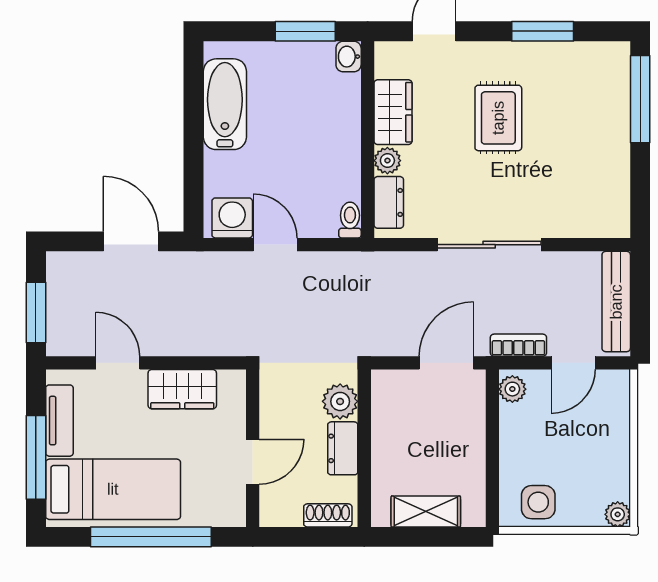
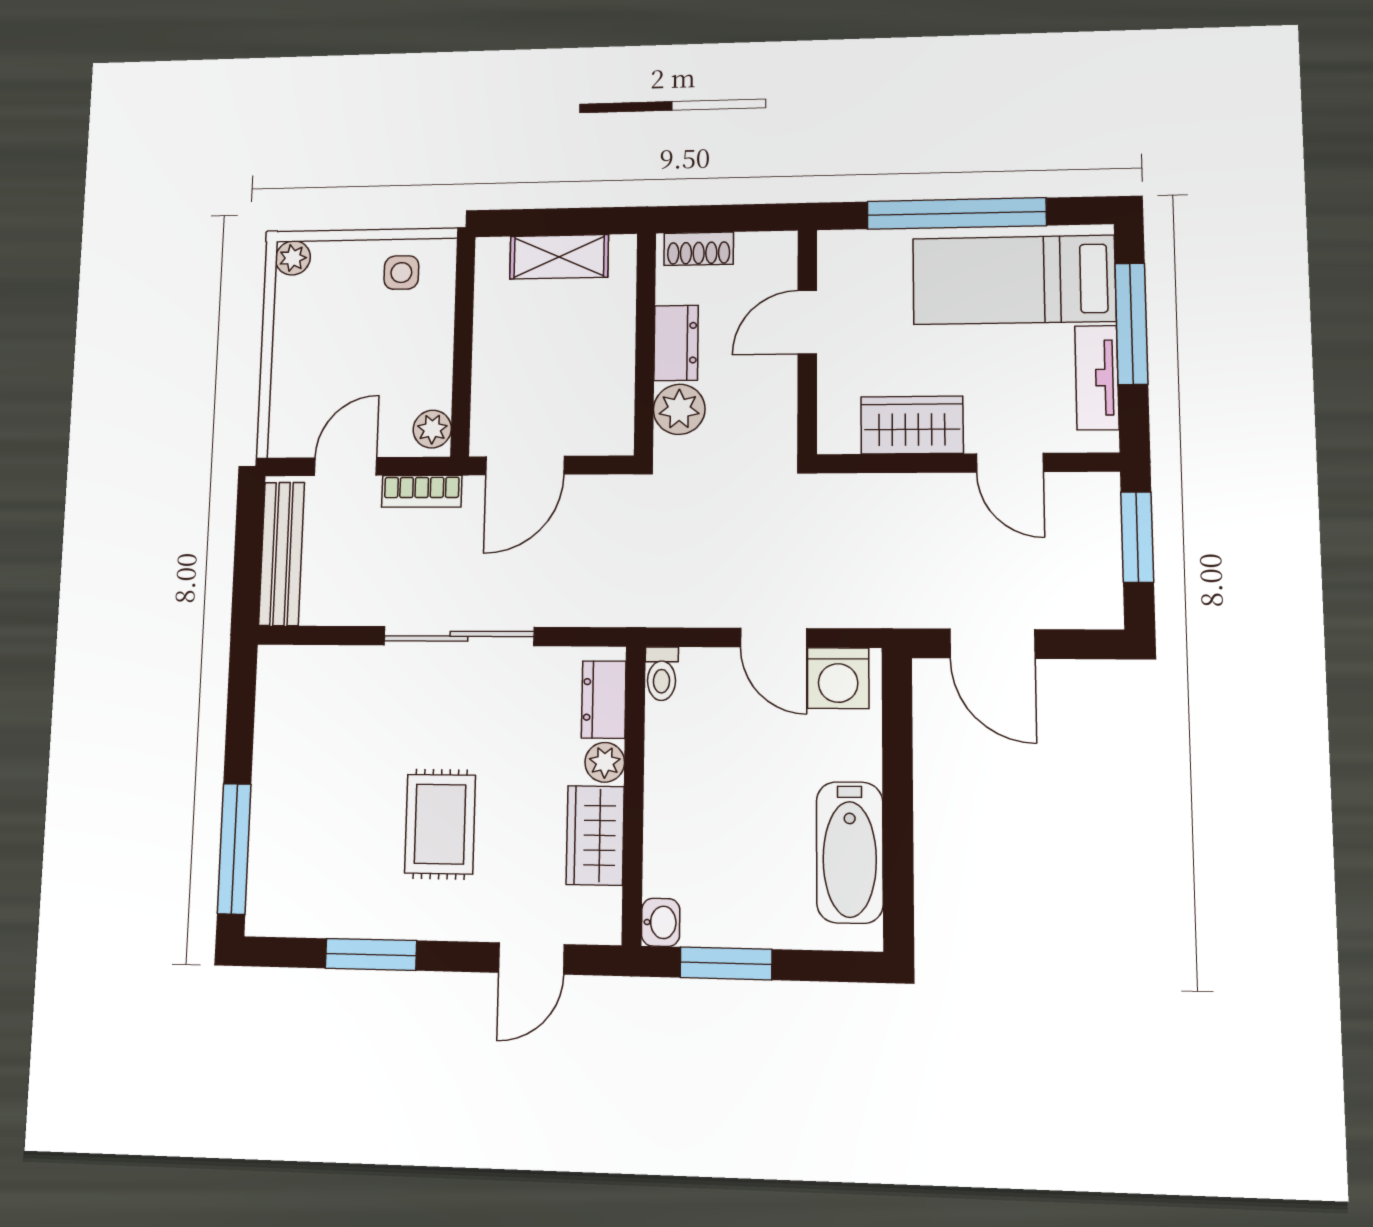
side table: (538, 502) -> (401, 273), width x0.73, depth x0.73

